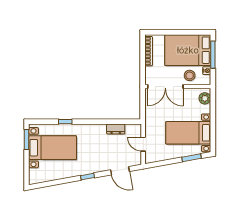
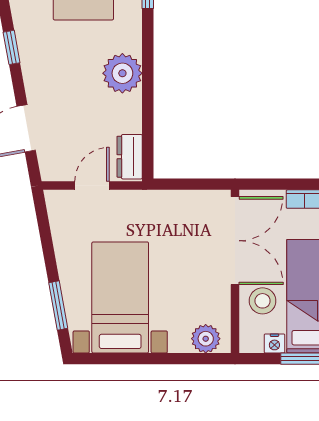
double door: (165, 87) -> (235, 241), swing flipped
dresser: (116, 129) -> (130, 157), moved
plant: (98, 132) -> (122, 73), added

